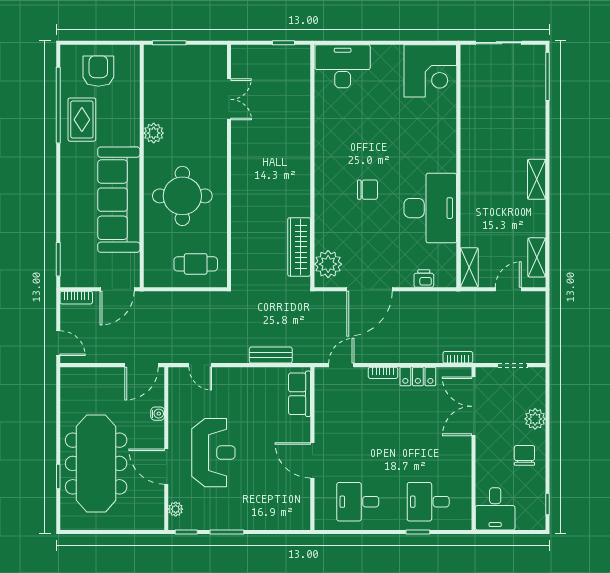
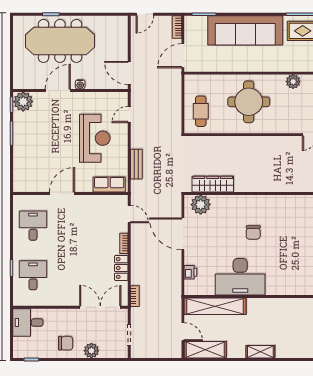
sofa: (119, 200) -> (245, 30), moved, turned 180
shelving: (537, 257) -> (205, 350), width x1.50, depth x1.33
shelving: (469, 267) -> (215, 306), width x2.20, depth x1.33
door: (117, 289) -> (183, 56), hinge flipped
water cooler: (158, 414) -> (80, 84), moved
reception desk: (213, 453) -> (95, 138), moved, turned -90
plant: (176, 509) -> (23, 102), width x1.88, depth x1.88

